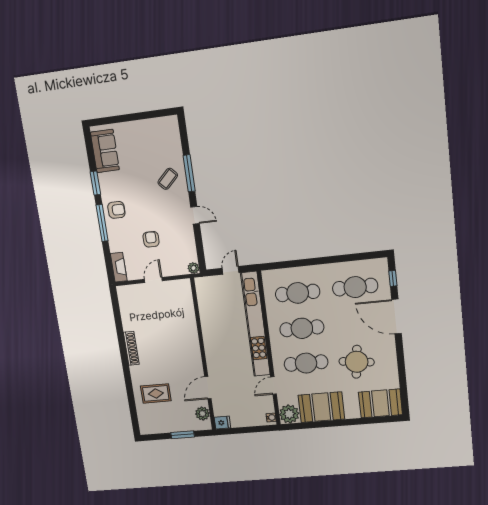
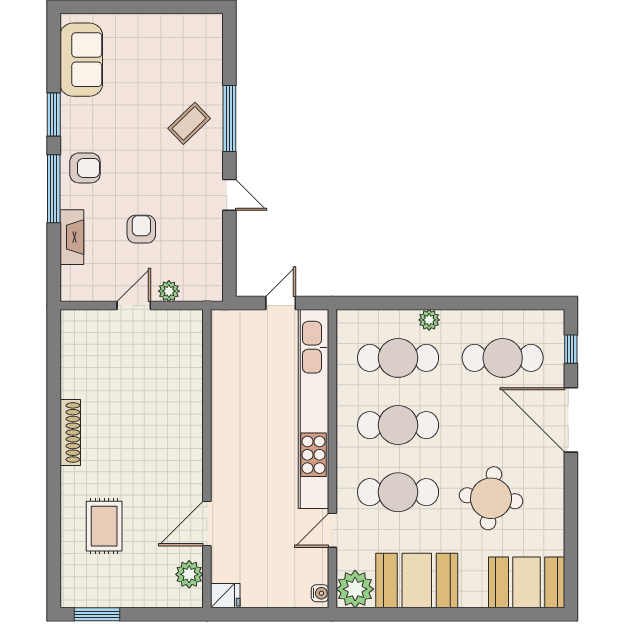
fireplace: (119, 267) -> (72, 237), moved
plant: (193, 268) -> (169, 291), moved
plant: (312, 271) -> (429, 320), added
rug: (156, 393) -> (104, 526), turned 90
window: (183, 435) -> (97, 614), moved

